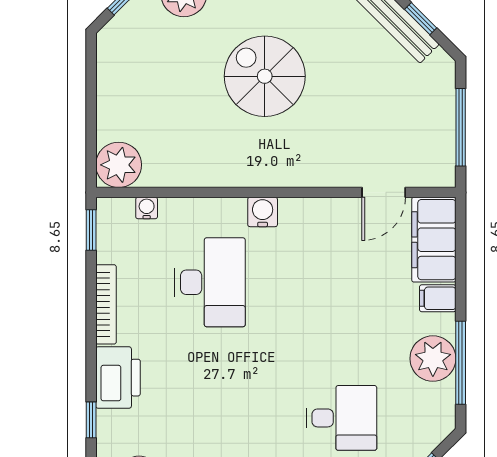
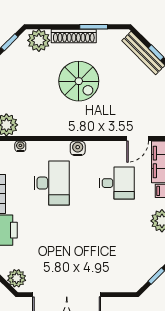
spiral stairs: (265, 76) -> (79, 81), turned 180
desk: (342, 418) -> (117, 183), moved

